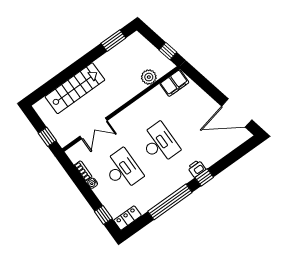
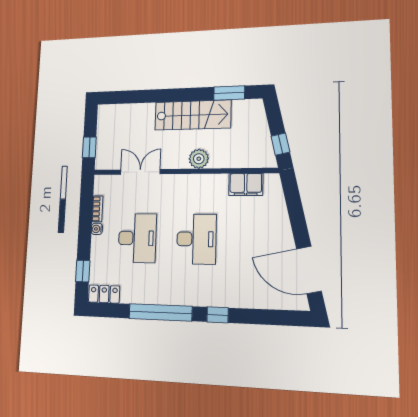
plant: (149, 77) -> (199, 159), moved
filing cabinet: (174, 83) -> (246, 184), moved
stairs: (75, 88) -> (193, 115), moved
double door: (93, 128) -> (140, 172), swing flipped
printer: (197, 168) -> (216, 298), removed

